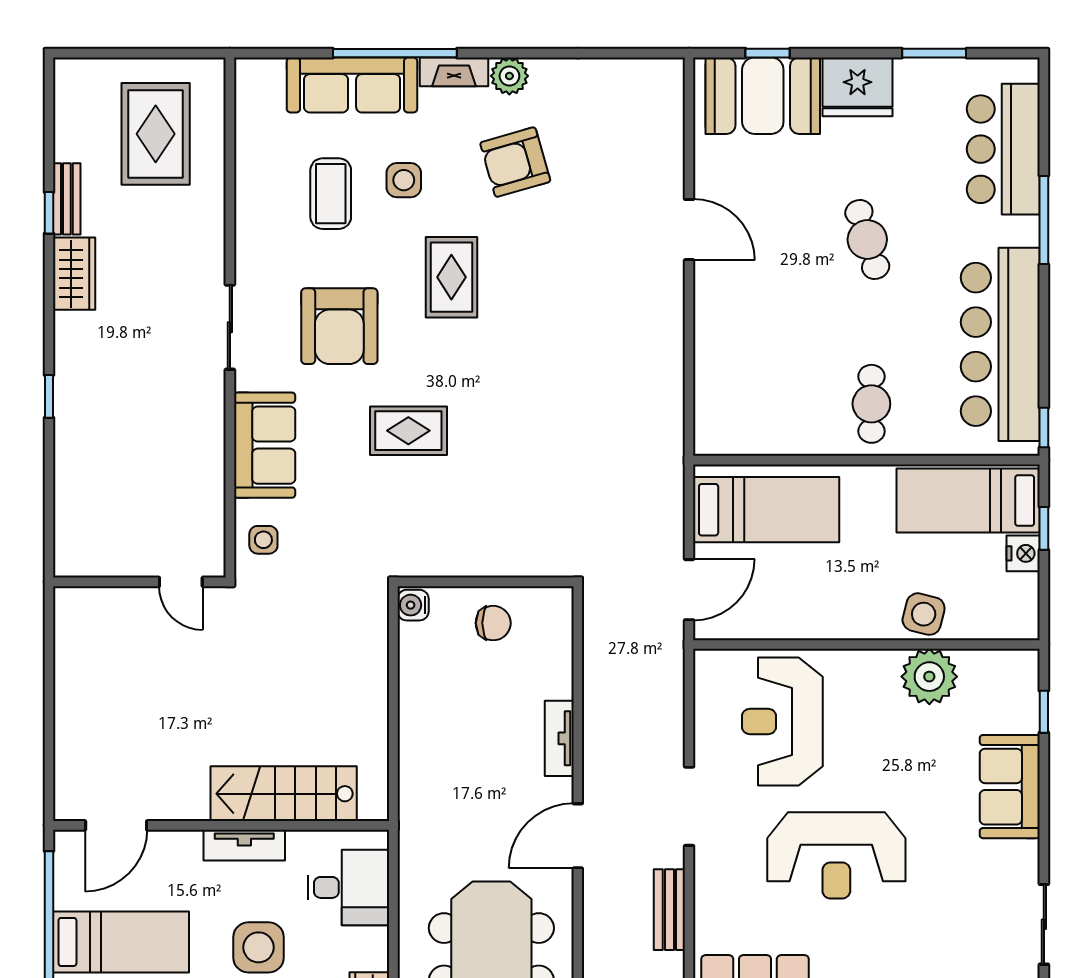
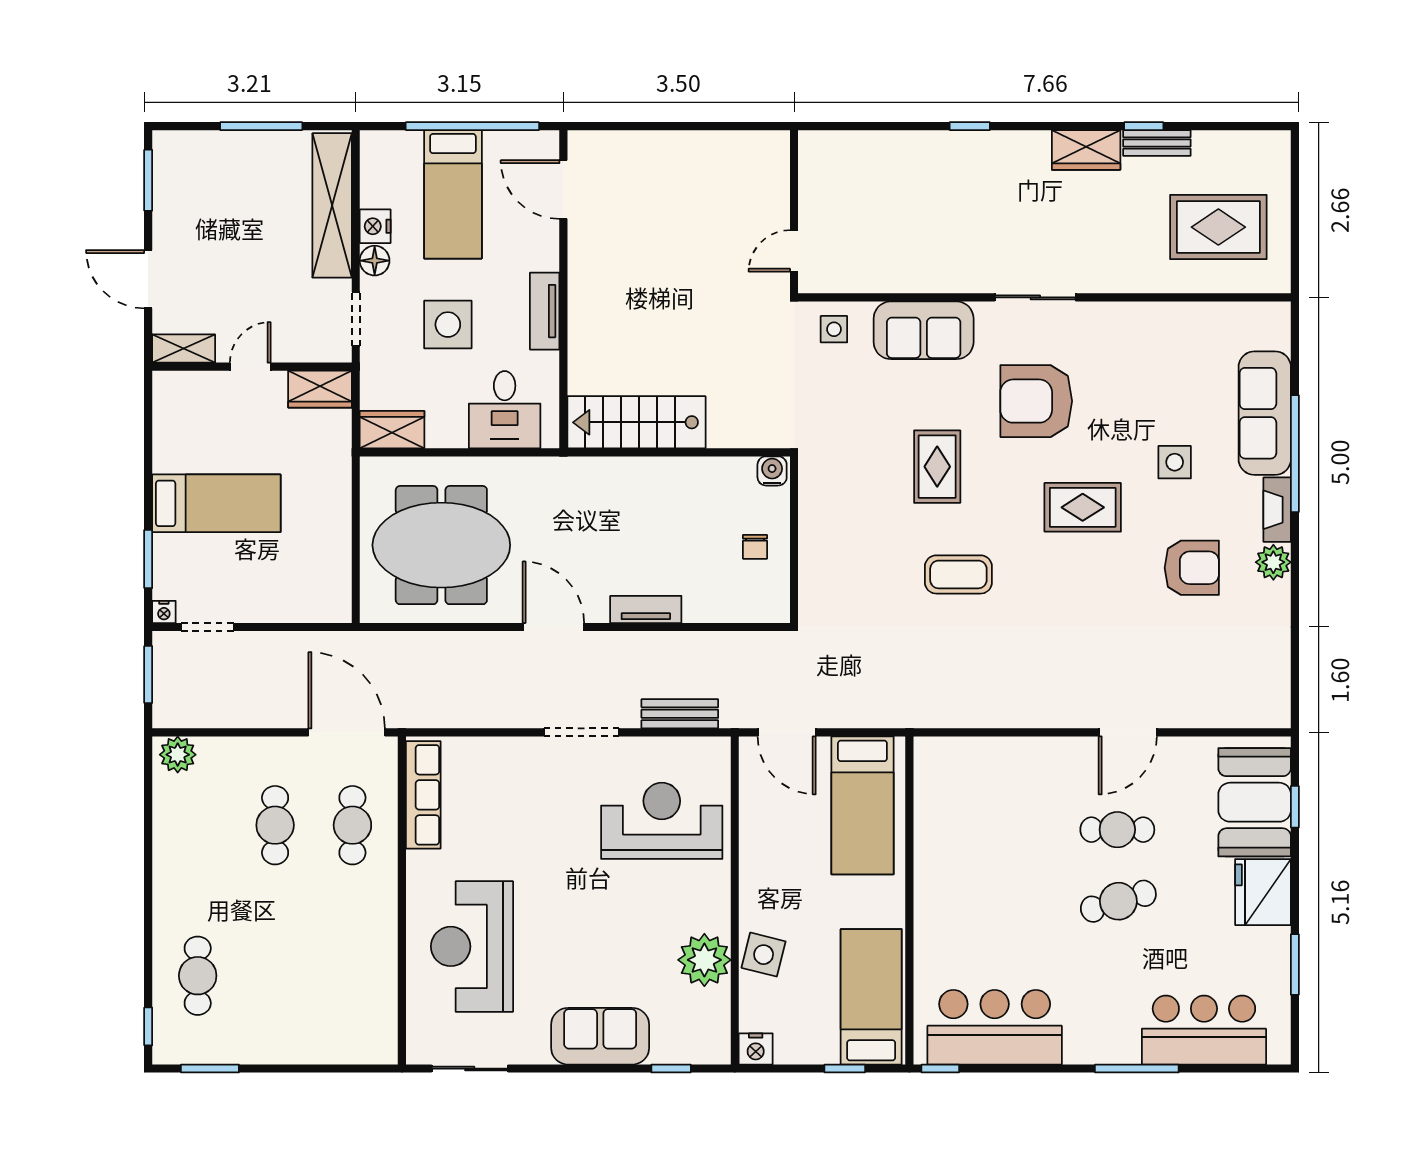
armchair: (515, 162) -> (1192, 568), turned 106
coffee table: (331, 194) -> (958, 574), moved
bar counter: (1000, 344) -> (995, 1027), width x0.73
cafe table: (871, 404) -> (1117, 830), moved
nightstand: (1023, 553) -> (756, 1049), moved
chair: (493, 623) -> (755, 547), width x0.73, depth x0.73
stairs: (284, 794) -> (636, 422), moved, turned -90
reception desk: (836, 855) -> (472, 946), moved
bench: (669, 910) -> (680, 714), moved

